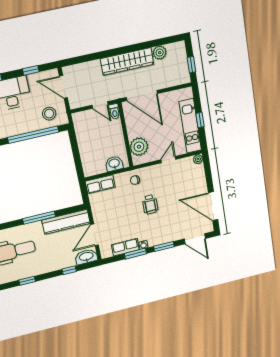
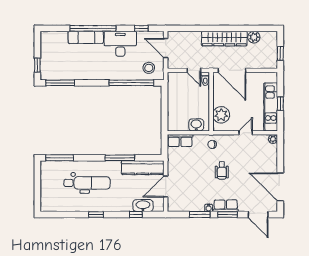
row of seats: (125, 247) -> (226, 206), moved
washbasin: (86, 257) -> (143, 206), moved

